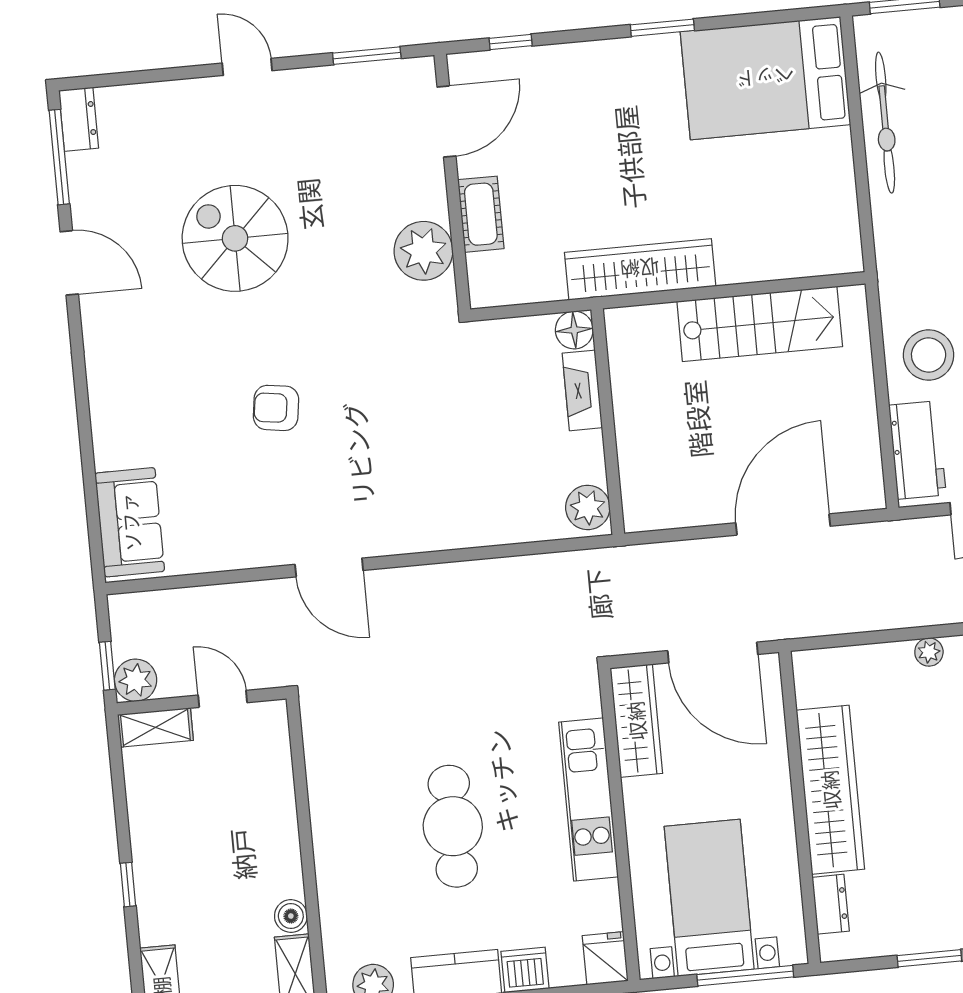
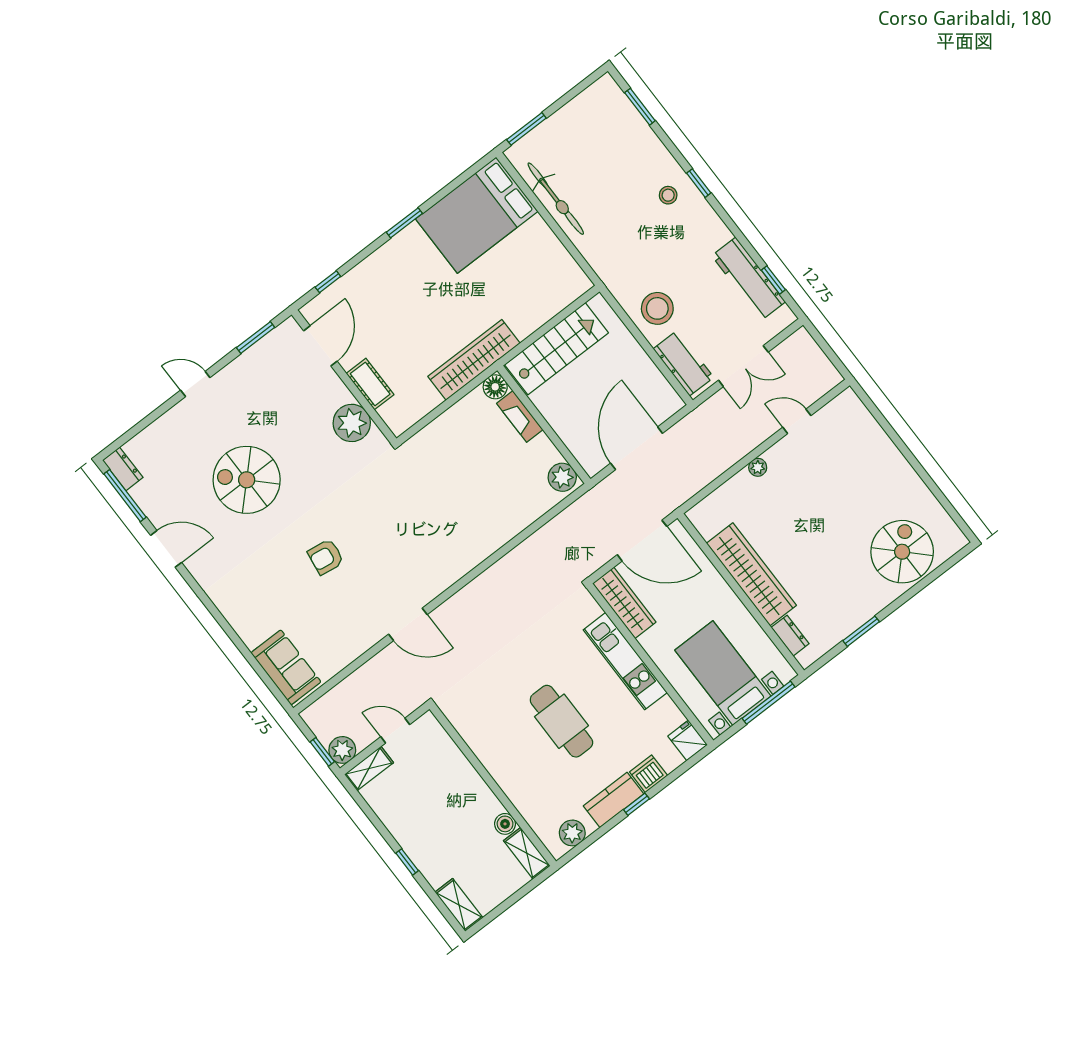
floor lamp: (574, 330) -> (495, 387), moved
fireplace: (582, 390) -> (520, 416), moved
wall: (608, 422) -> (544, 425), moved
plant: (588, 507) -> (562, 477), moved

